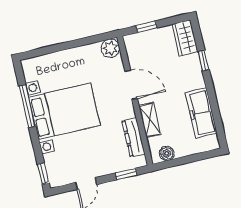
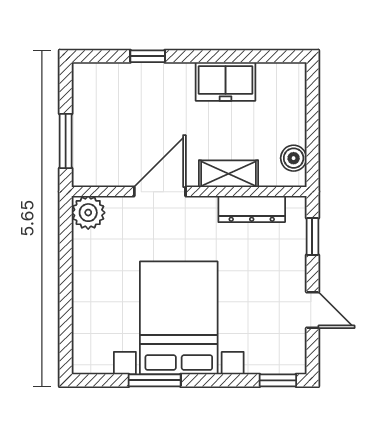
window: (147, 27) -> (66, 141), width x1.50
wardrobe: (185, 38) -> (101, 79), removed
window: (27, 106) -> (155, 380), width x0.69
freezer: (201, 113) -> (226, 82), width x0.71

